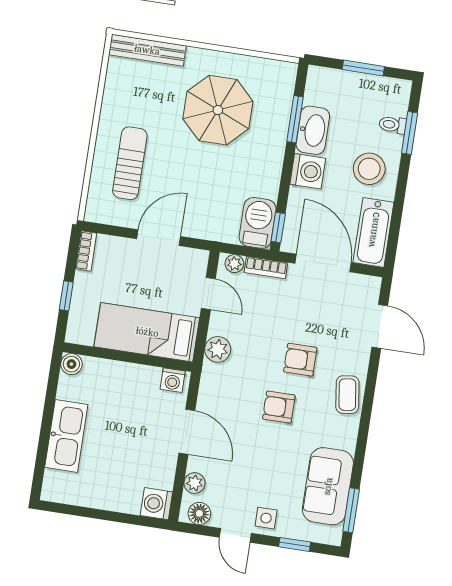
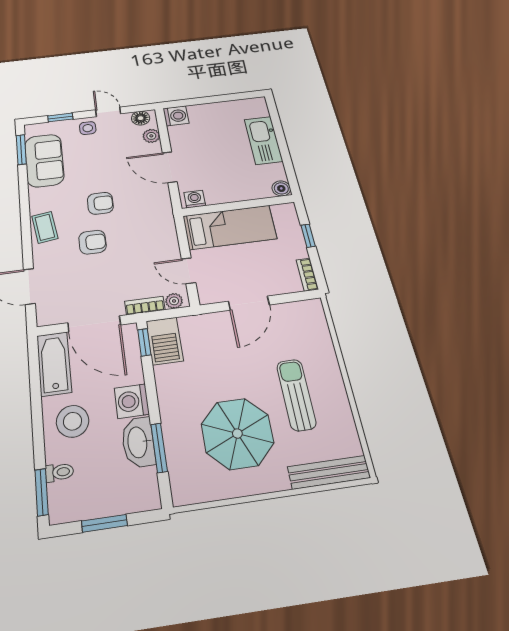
window: (410, 133) -> (42, 492), moved
sun lounger: (130, 163) -> (296, 395), moved, turned 180
plant: (218, 349) -> (165, 231), removed

